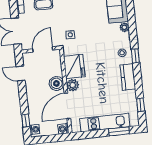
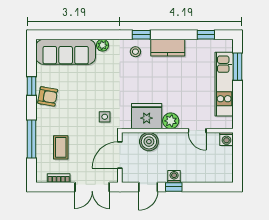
door: (43, 49) -> (120, 155), hinge flipped
boiler: (56, 83) -> (149, 142), moved
door: (67, 106) -> (197, 131), width x0.53
window: (26, 121) -> (174, 187), moved
washing machine: (35, 129) -> (174, 176), moved

